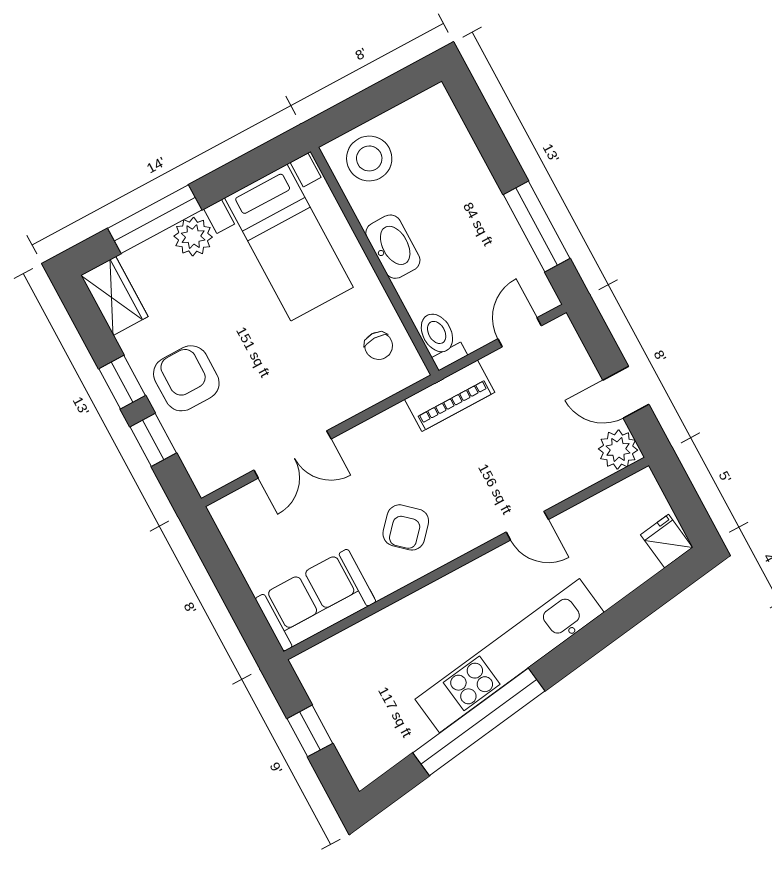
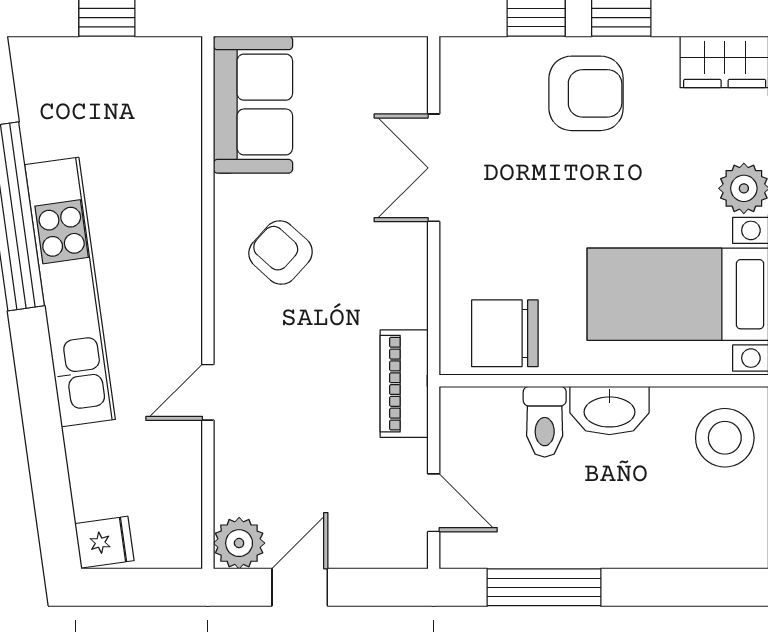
toilet: (440, 339) -> (545, 422), moved, turned 90
chair: (379, 346) -> (505, 333), width x1.87, depth x1.87

